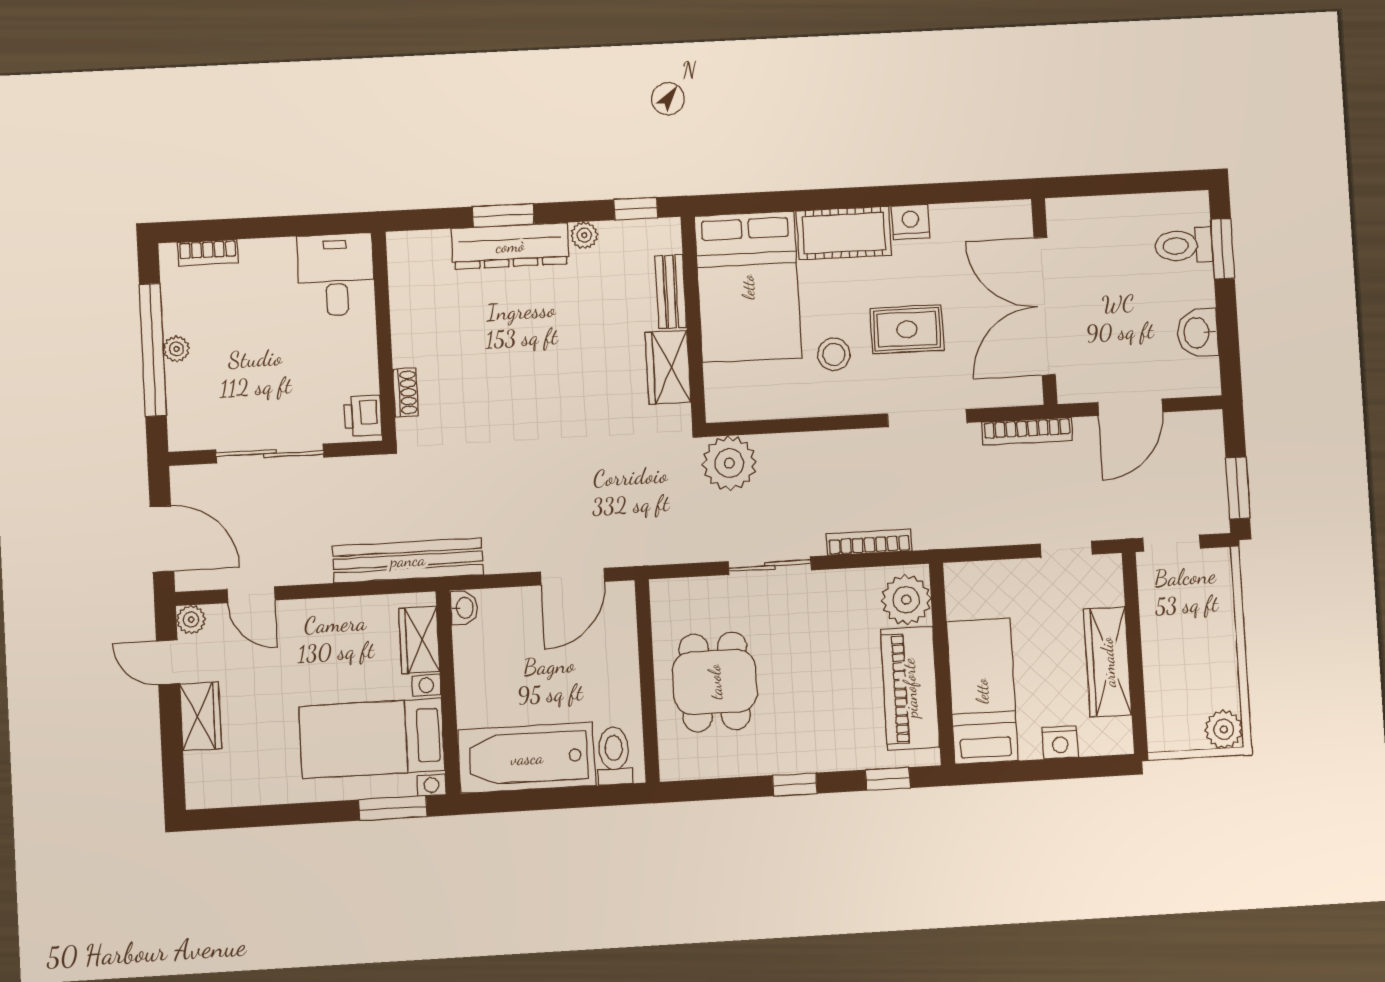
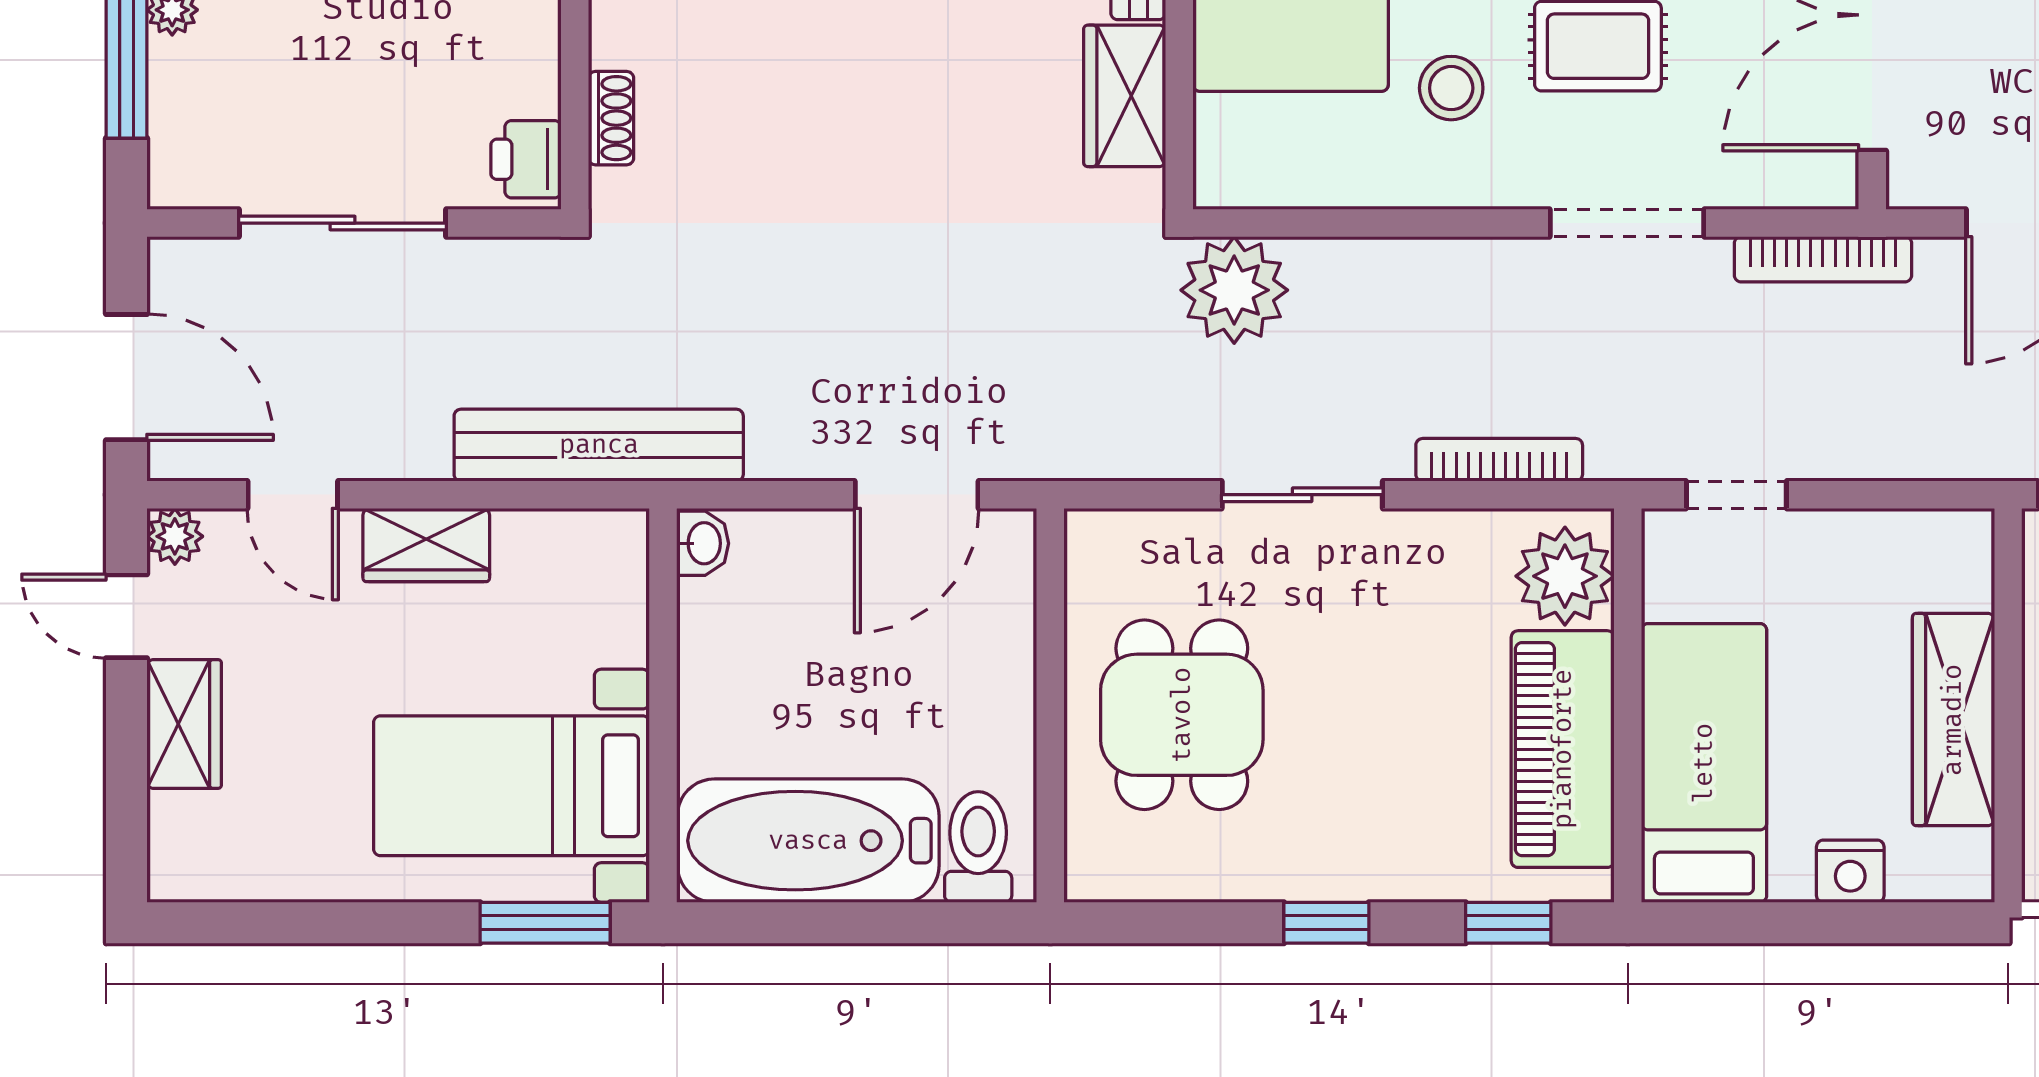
doorway: (1066, 549) -> (1736, 495), moved
wardrobe: (419, 640) -> (426, 545), moved, turned -90

